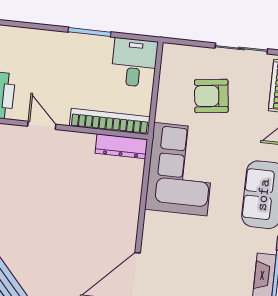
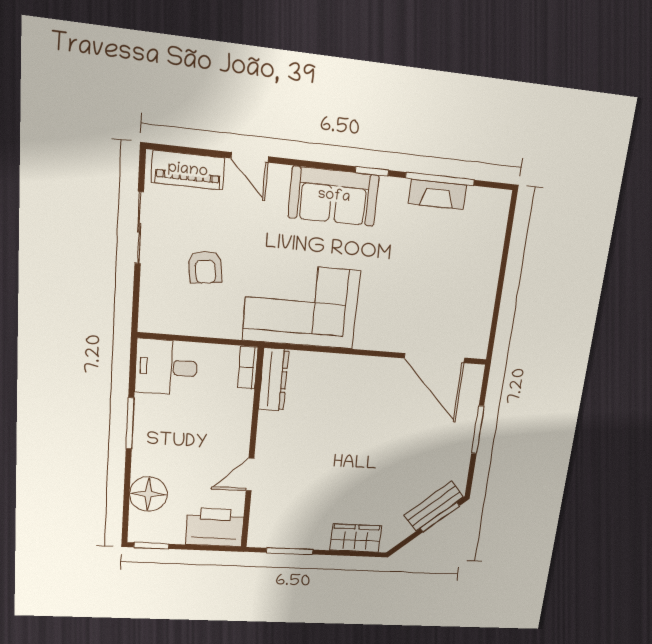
floor lamp: (29, 43) -> (148, 494), added
armchair: (211, 96) -> (205, 267), width x0.72, depth x0.72
bookcase: (110, 121) -> (248, 368), width x0.43, depth x0.76

